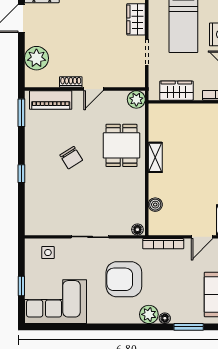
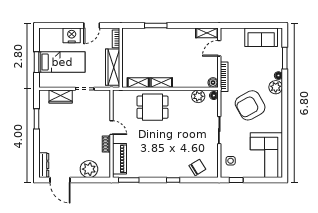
wardrobe: (176, 91) -> (113, 67), width x1.50
plant: (136, 99) -> (198, 96), moved
shelving: (155, 126) -> (138, 83), added
chair: (71, 158) -> (197, 167), moved
boiler: (155, 205) -> (213, 83), moved
door: (202, 237) -> (219, 48), swing flipped
armchair: (124, 279) -> (250, 105), turned 61
window: (21, 286) -> (236, 180), moved

